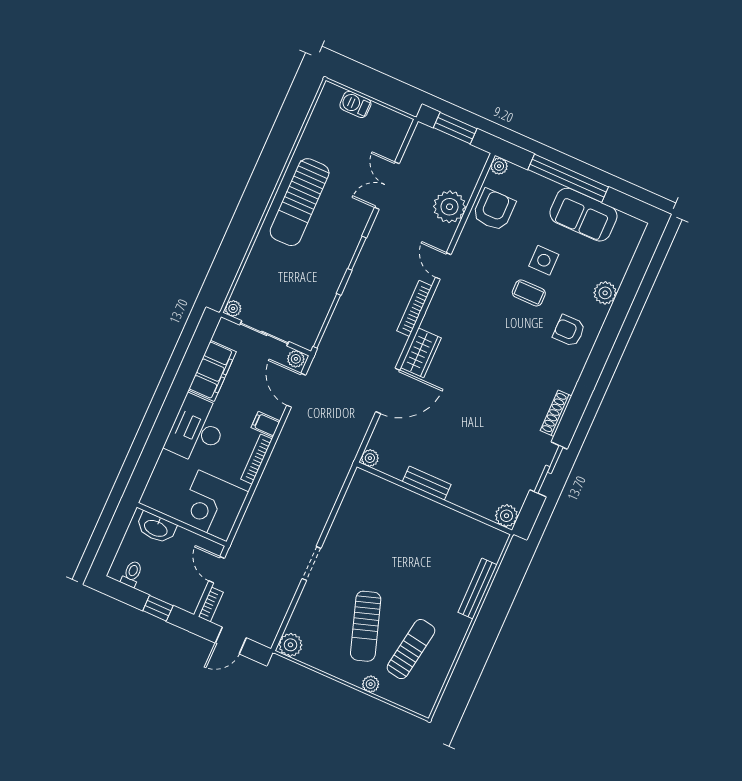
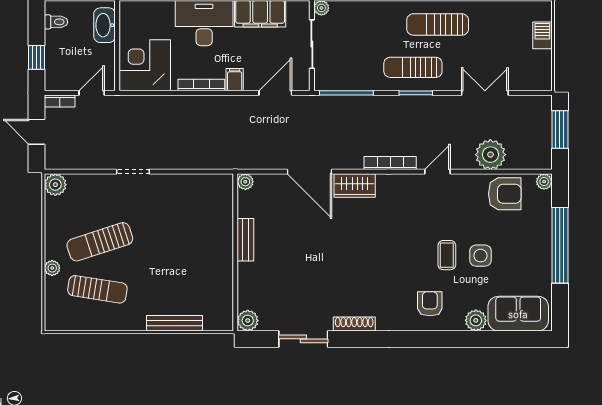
sun lounger: (300, 202) -> (438, 24), width x0.73, depth x0.75
sofa: (583, 215) -> (518, 314), moved, turned 90
sun lounger: (331, 245) -> (413, 67), added
plant: (296, 359) -> (302, 81), removed

